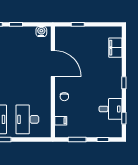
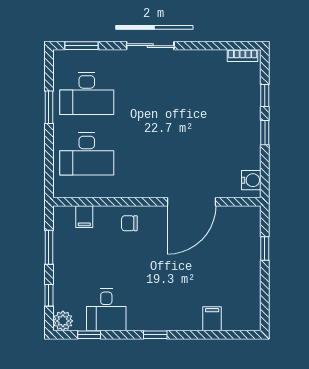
filing cabinet: (115, 48) -> (212, 319), width x0.50
desk: (27, 119) -> (87, 154), turned 180
plant: (116, 132) -> (63, 321), added

